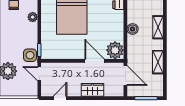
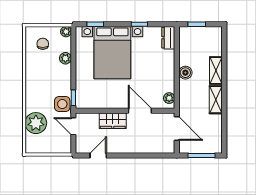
plant: (115, 50) -> (169, 98), width x0.53, depth x0.53
shelving: (158, 62) -> (216, 100), moved
wardrobe: (93, 90) -> (113, 121), moved, turned 180

